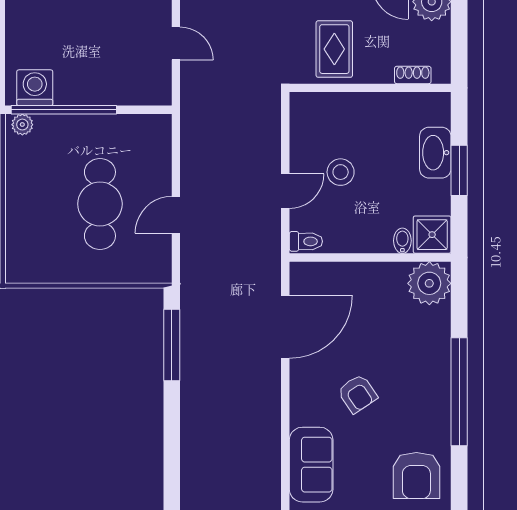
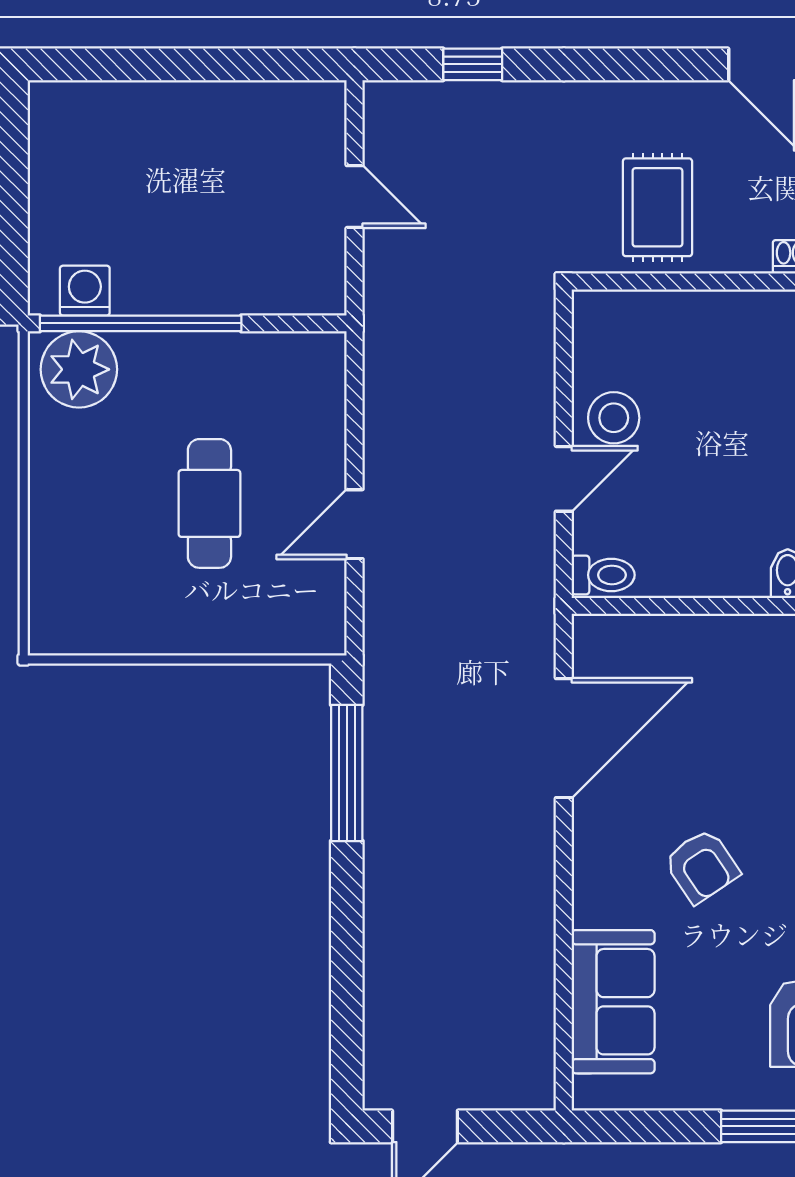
washing machine: (35, 88) -> (85, 291), width x0.73, depth x0.73
plant: (22, 125) -> (79, 369), width x1.88, depth x1.88
stool: (341, 172) -> (614, 418), moved
cafe table: (100, 204) -> (209, 503), width x0.73, depth x0.74

